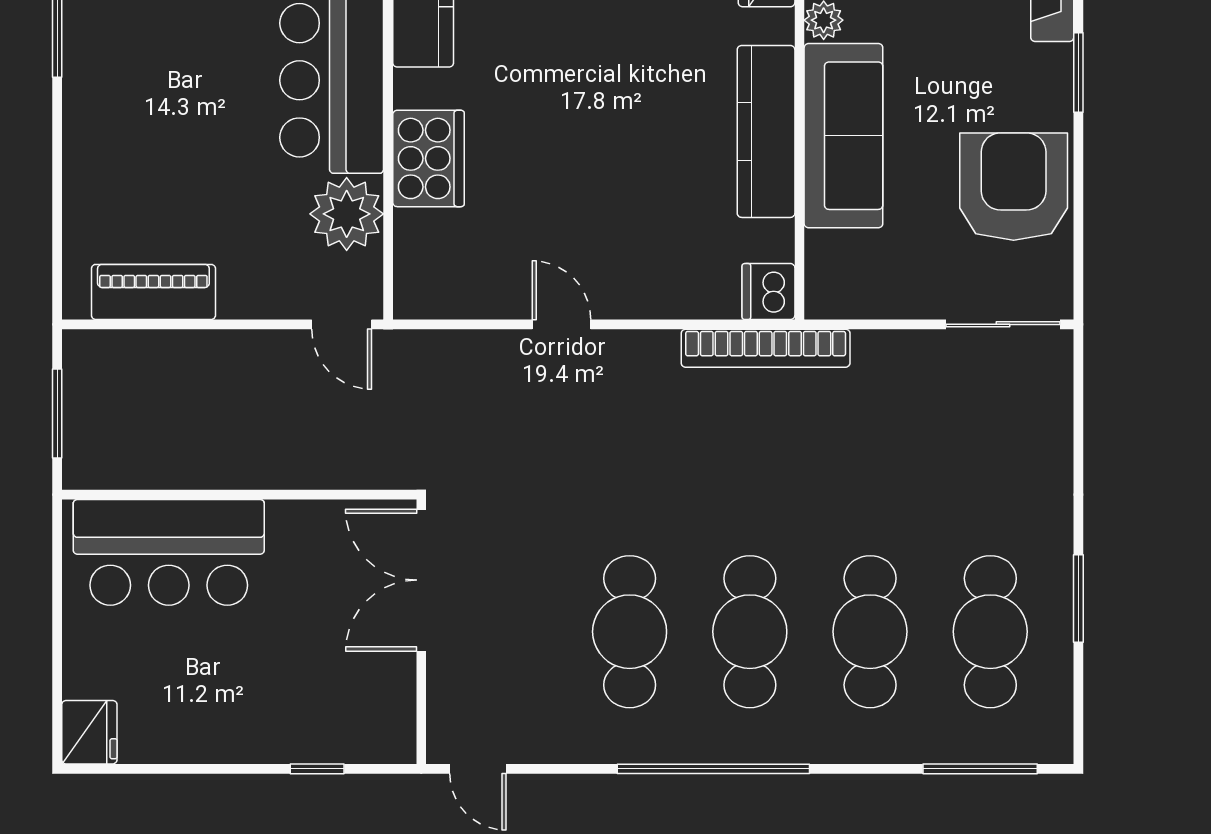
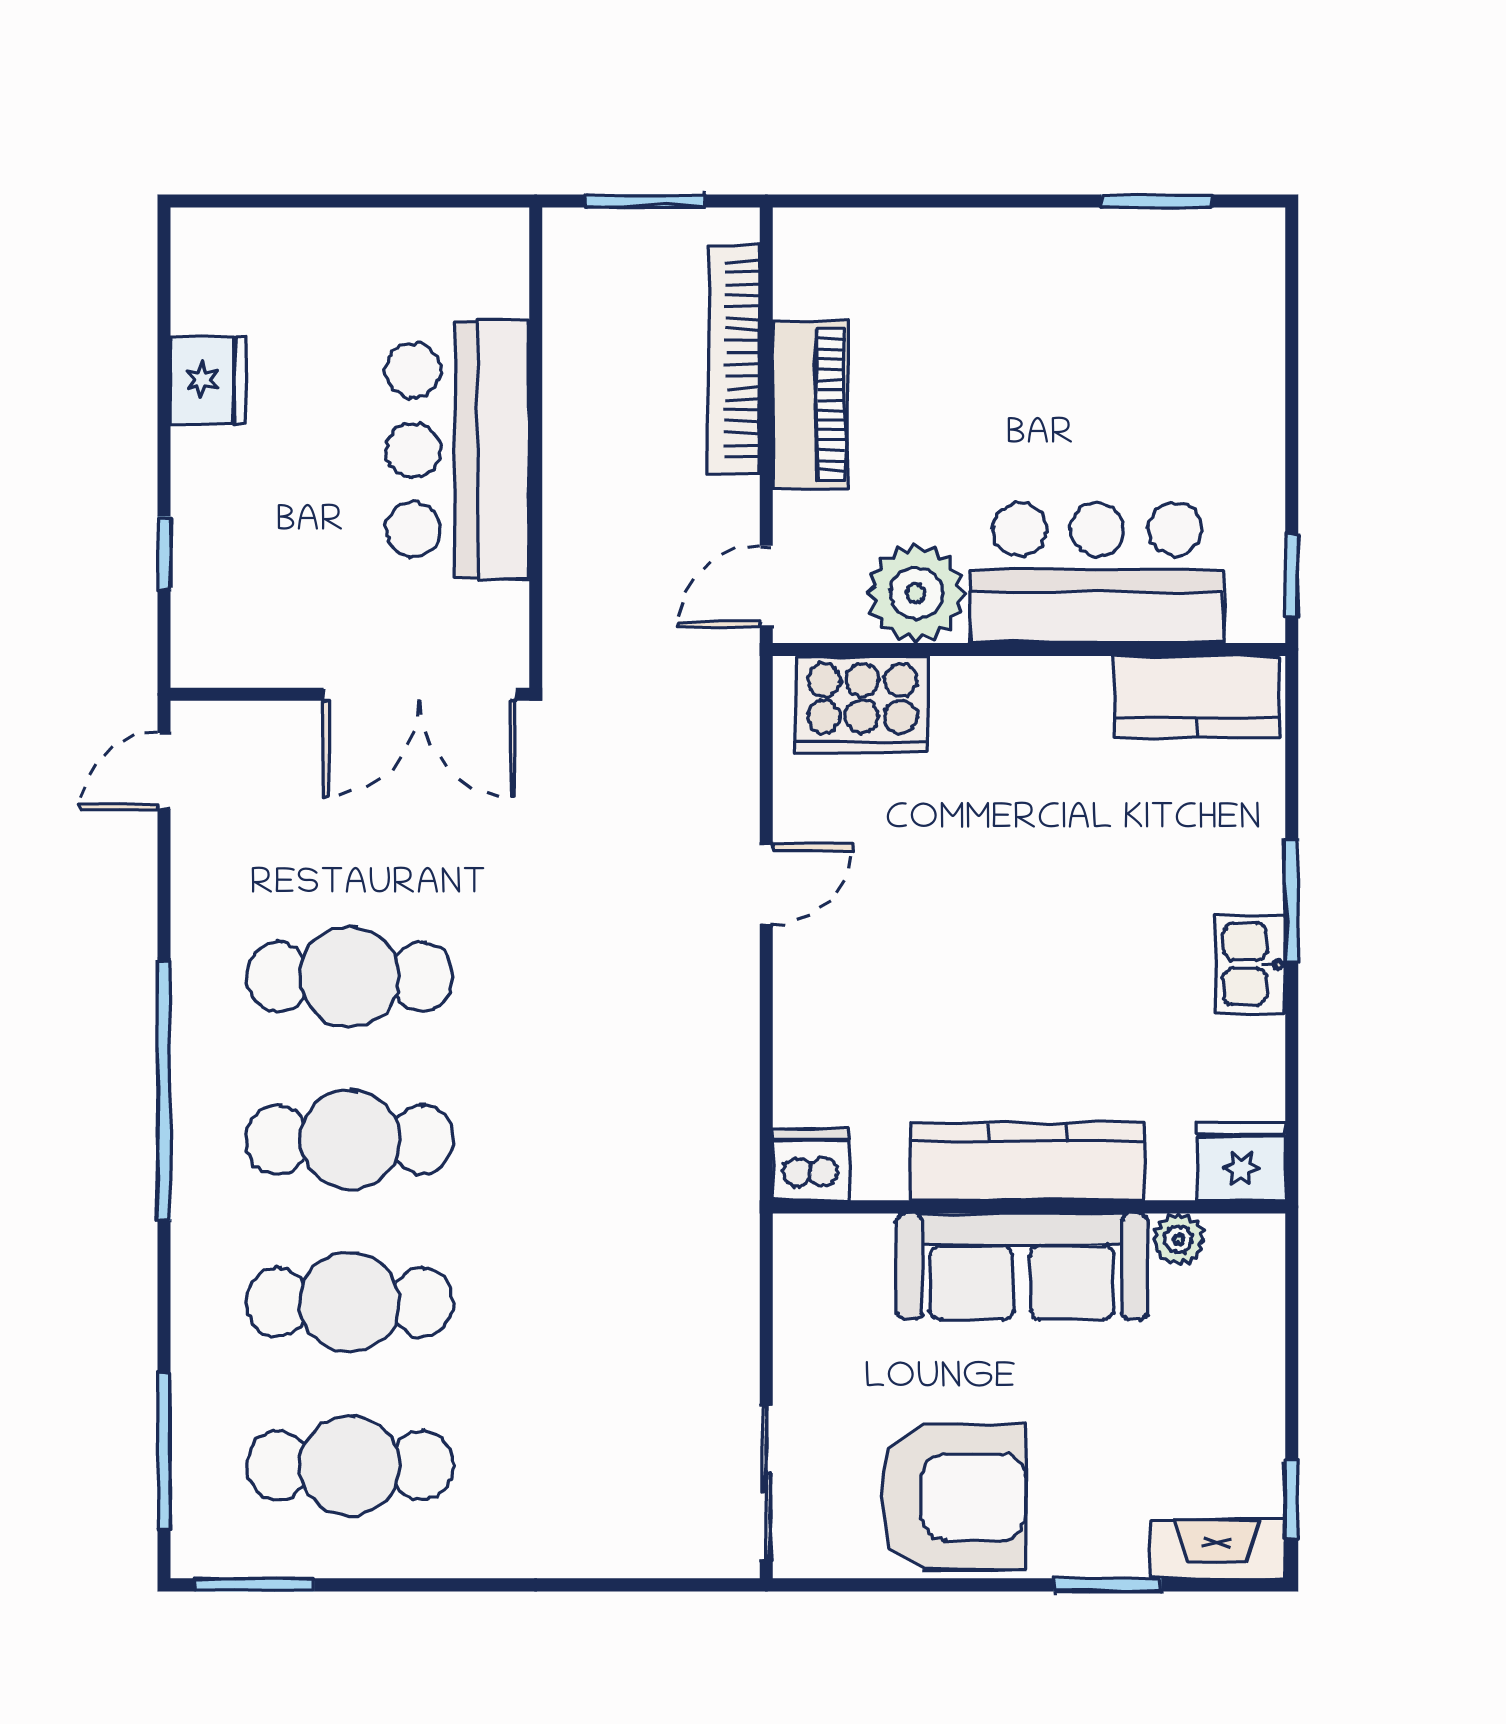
cooker: (429, 158) -> (862, 704), moved
piano: (153, 292) -> (810, 405), moved
bookcase: (766, 348) -> (734, 359), moved
bar counter: (169, 552) -> (457, 450), moved
double door: (421, 580) -> (420, 694), swing flipped
window: (1078, 599) -> (255, 1585), moved
fridge: (89, 732) -> (208, 380), moved, turned -90

